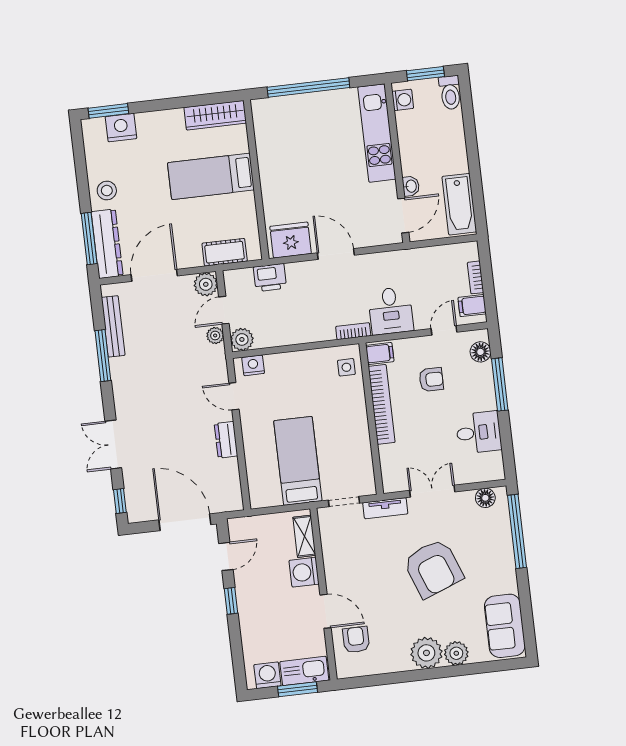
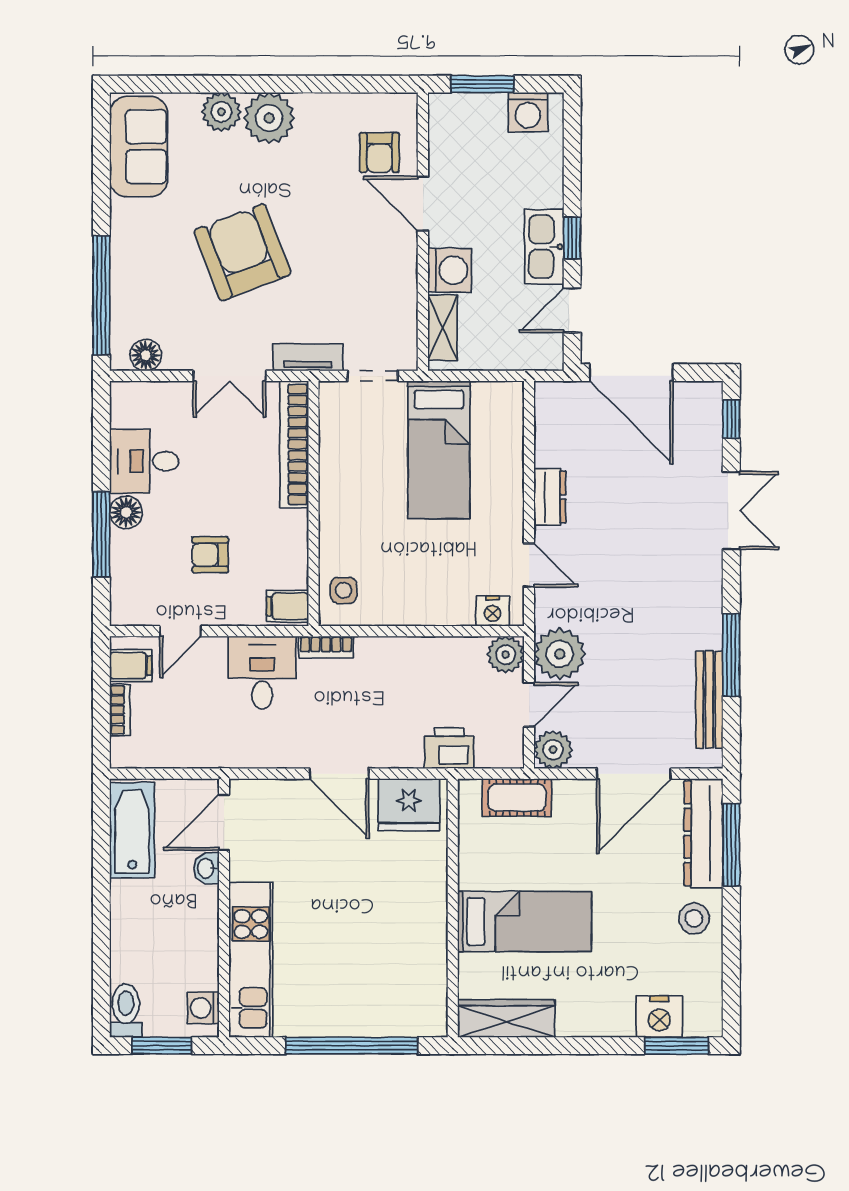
plant: (215, 335) -> (560, 654), width x1.87, depth x1.87
floor lamp: (480, 352) -> (126, 512), moved
bookcase: (382, 404) -> (294, 444), moved
kitchen sink: (304, 671) -> (544, 247), moved, turned 90

